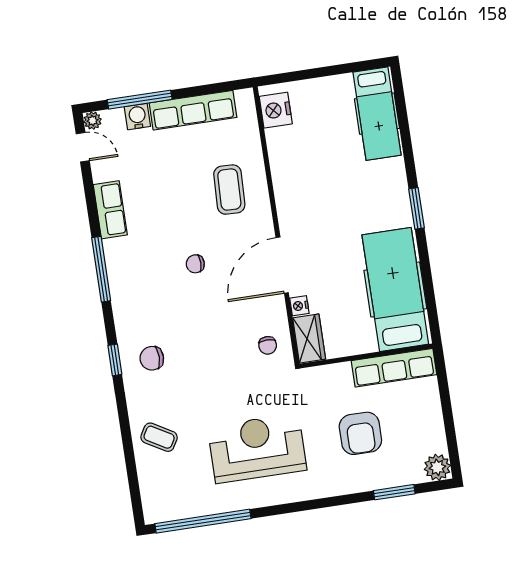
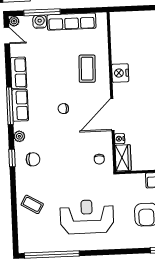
nightstand: (276, 110) -> (120, 73), moved
row of seats: (119, 266) -> (20, 105), added
plant: (124, 321) -> (19, 136), added
chair: (152, 358) -> (33, 159), turned 180

